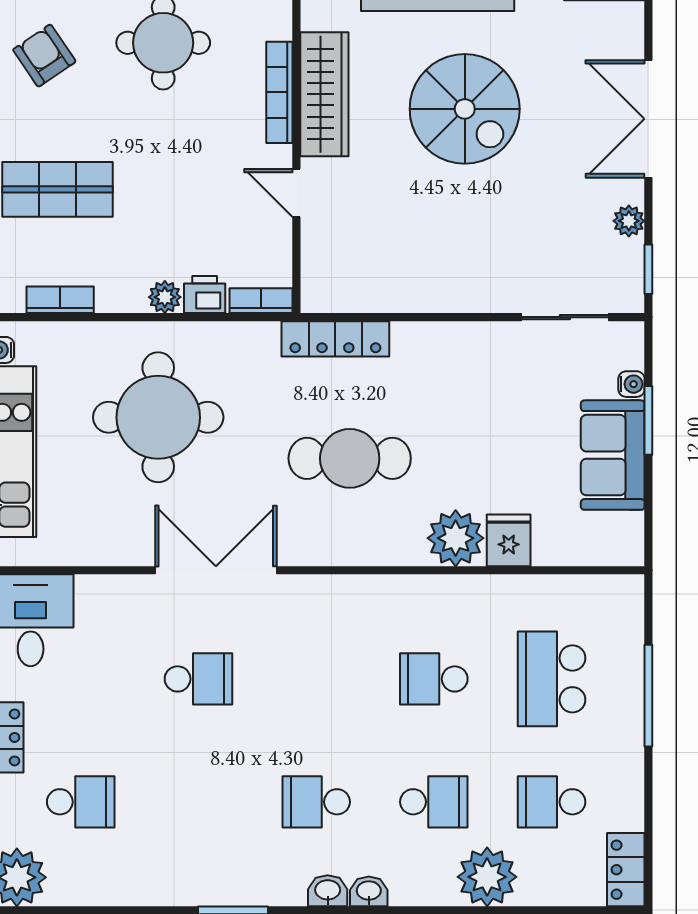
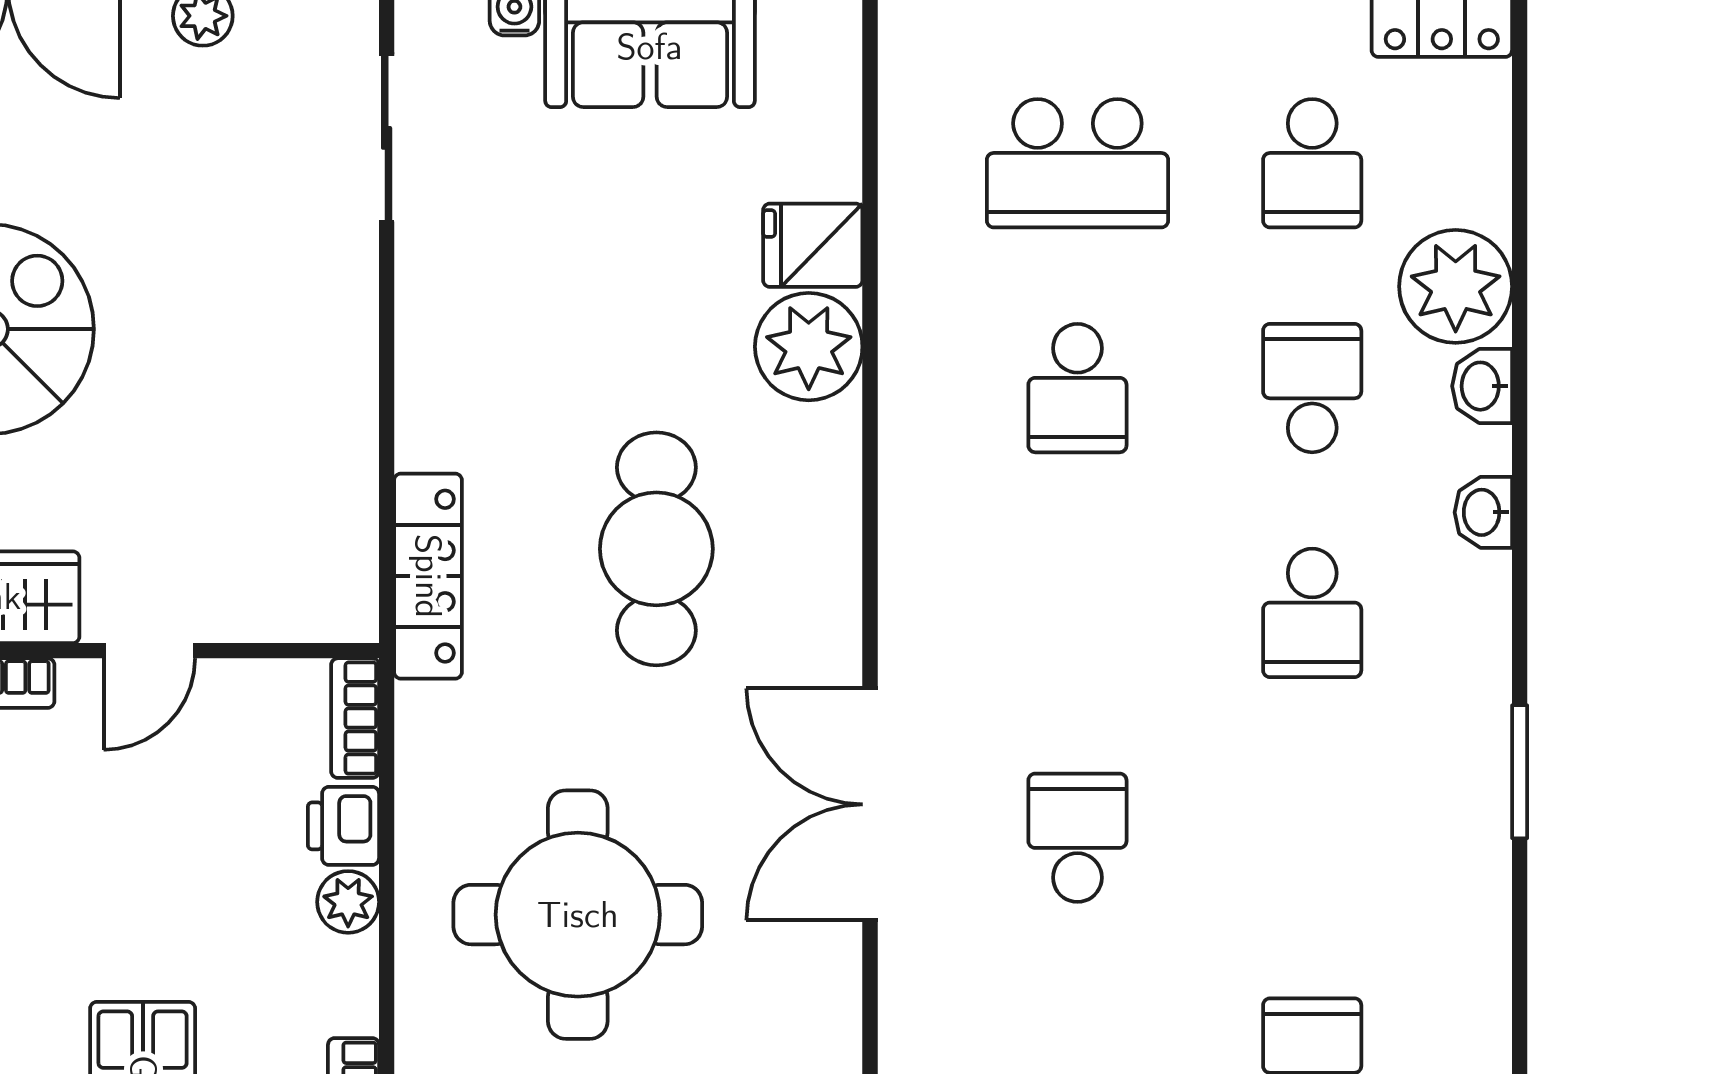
washbasin: (328, 891) -> (1482, 386), moved

